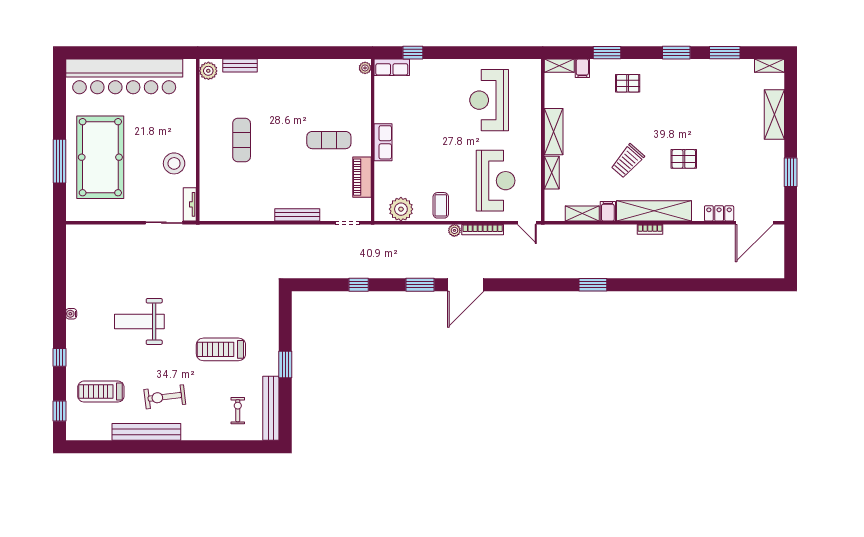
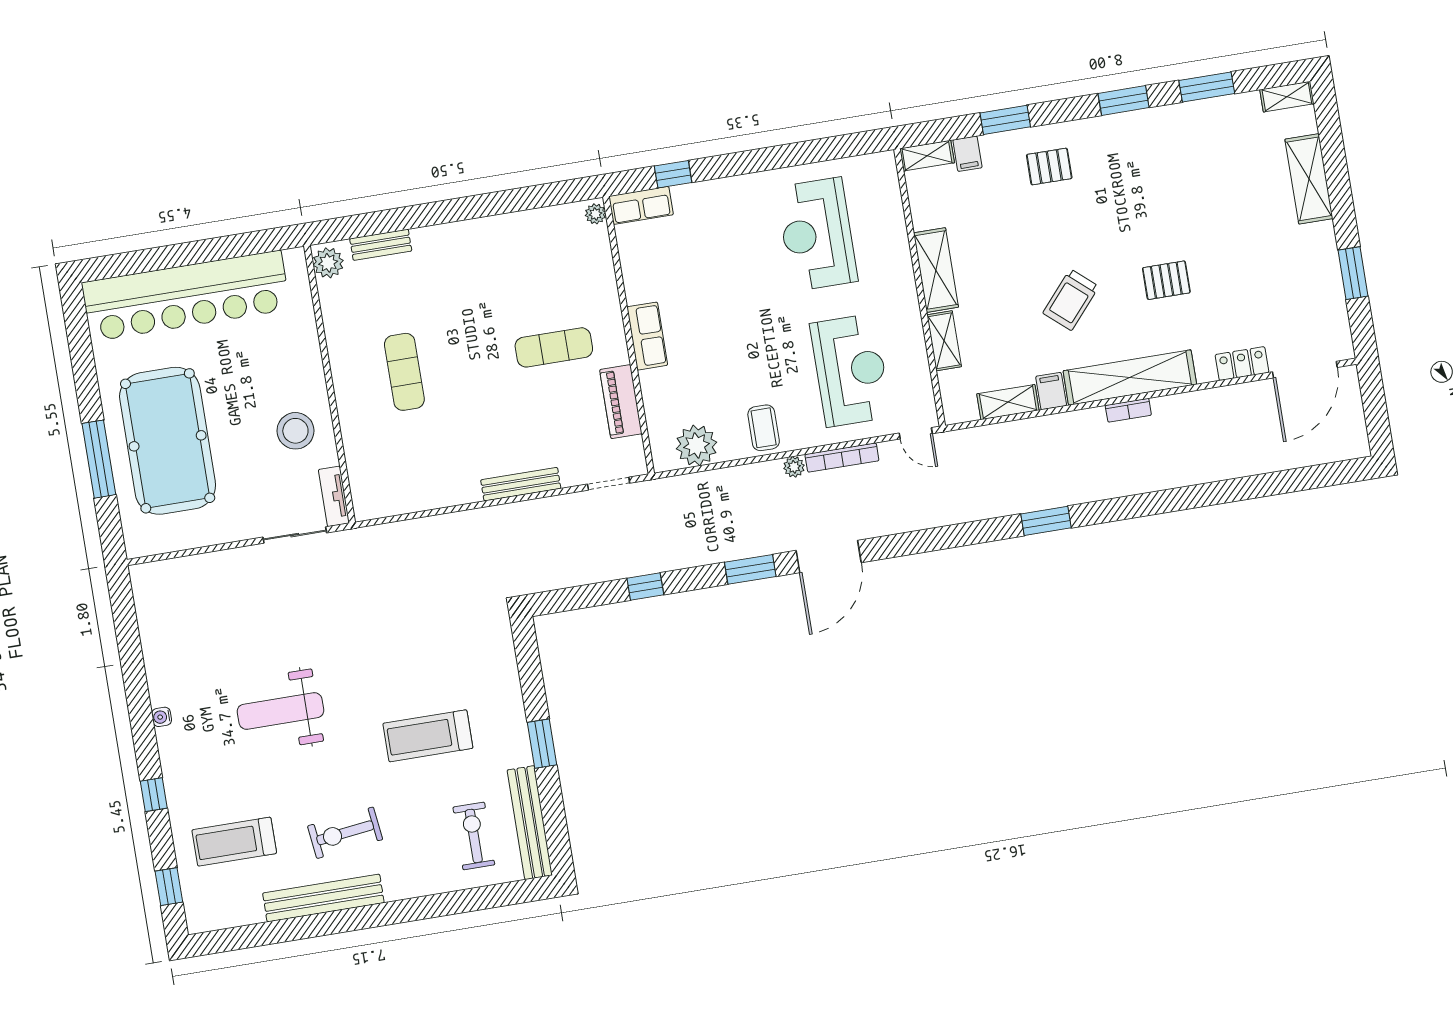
exercise bike: (238, 411) -> (474, 836), width x1.38, depth x1.39

